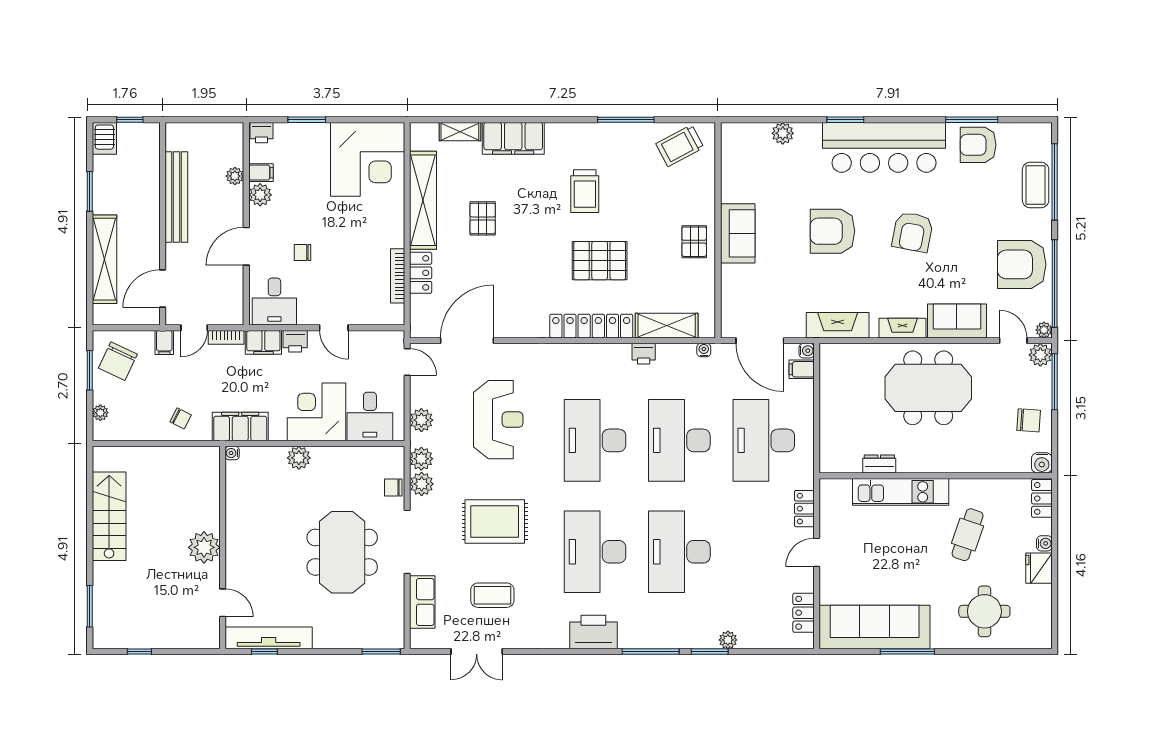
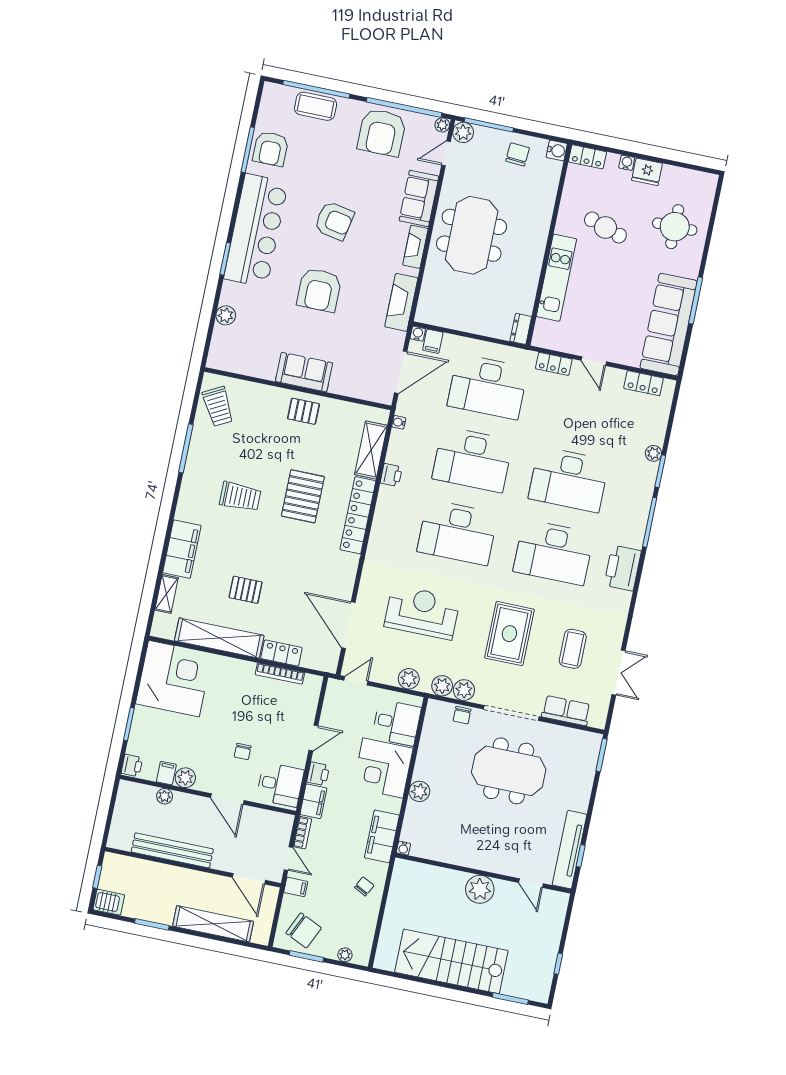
dresser: (879, 464) -> (521, 329), moved
stairs: (109, 516) -> (451, 961), width x1.36, depth x1.51
door: (223, 603) -> (531, 883), swing flipped

